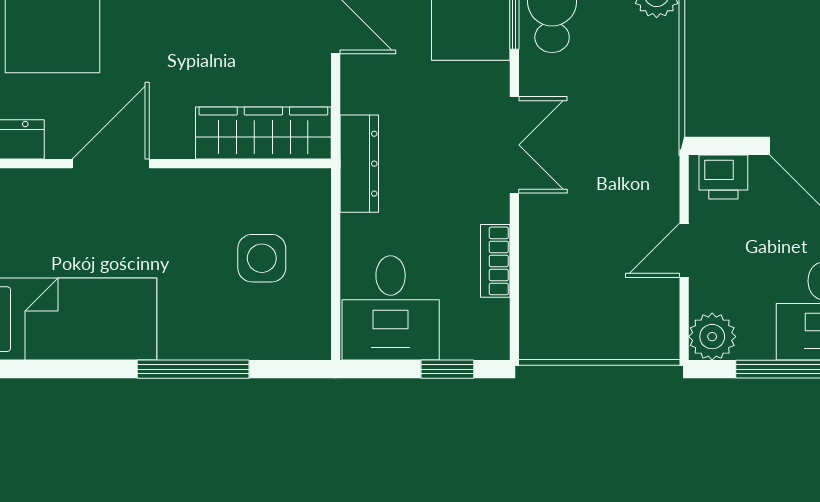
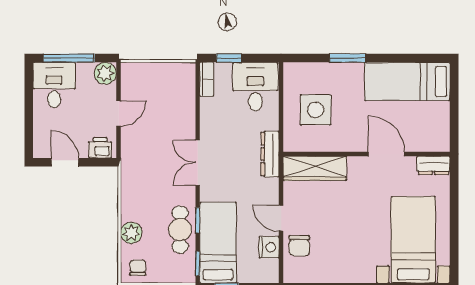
door: (111, 164) -> (386, 154), swing flipped
side table: (262, 258) -> (316, 110), width x1.37, depth x1.37
bookcase: (495, 261) -> (207, 79), moved
window: (193, 369) -> (348, 58), width x0.69

